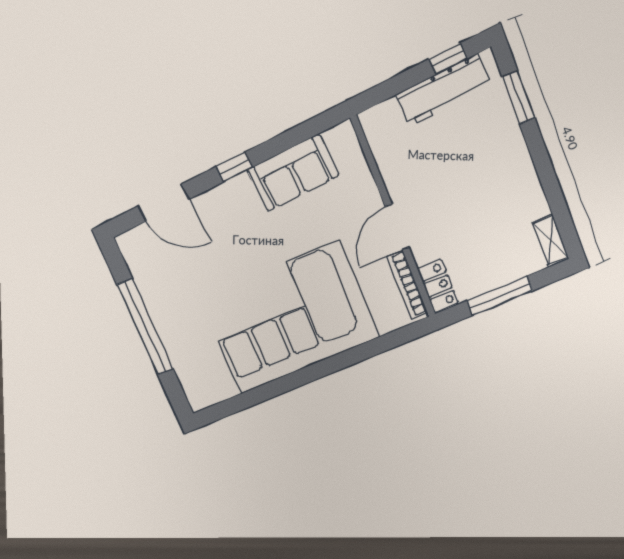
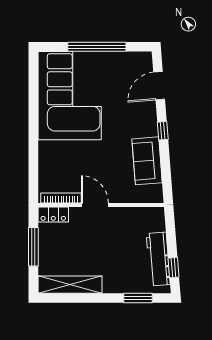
shelving: (551, 241) -> (70, 285), width x2.20, depth x1.33
corner sofa: (290, 317) -> (70, 96), moved

